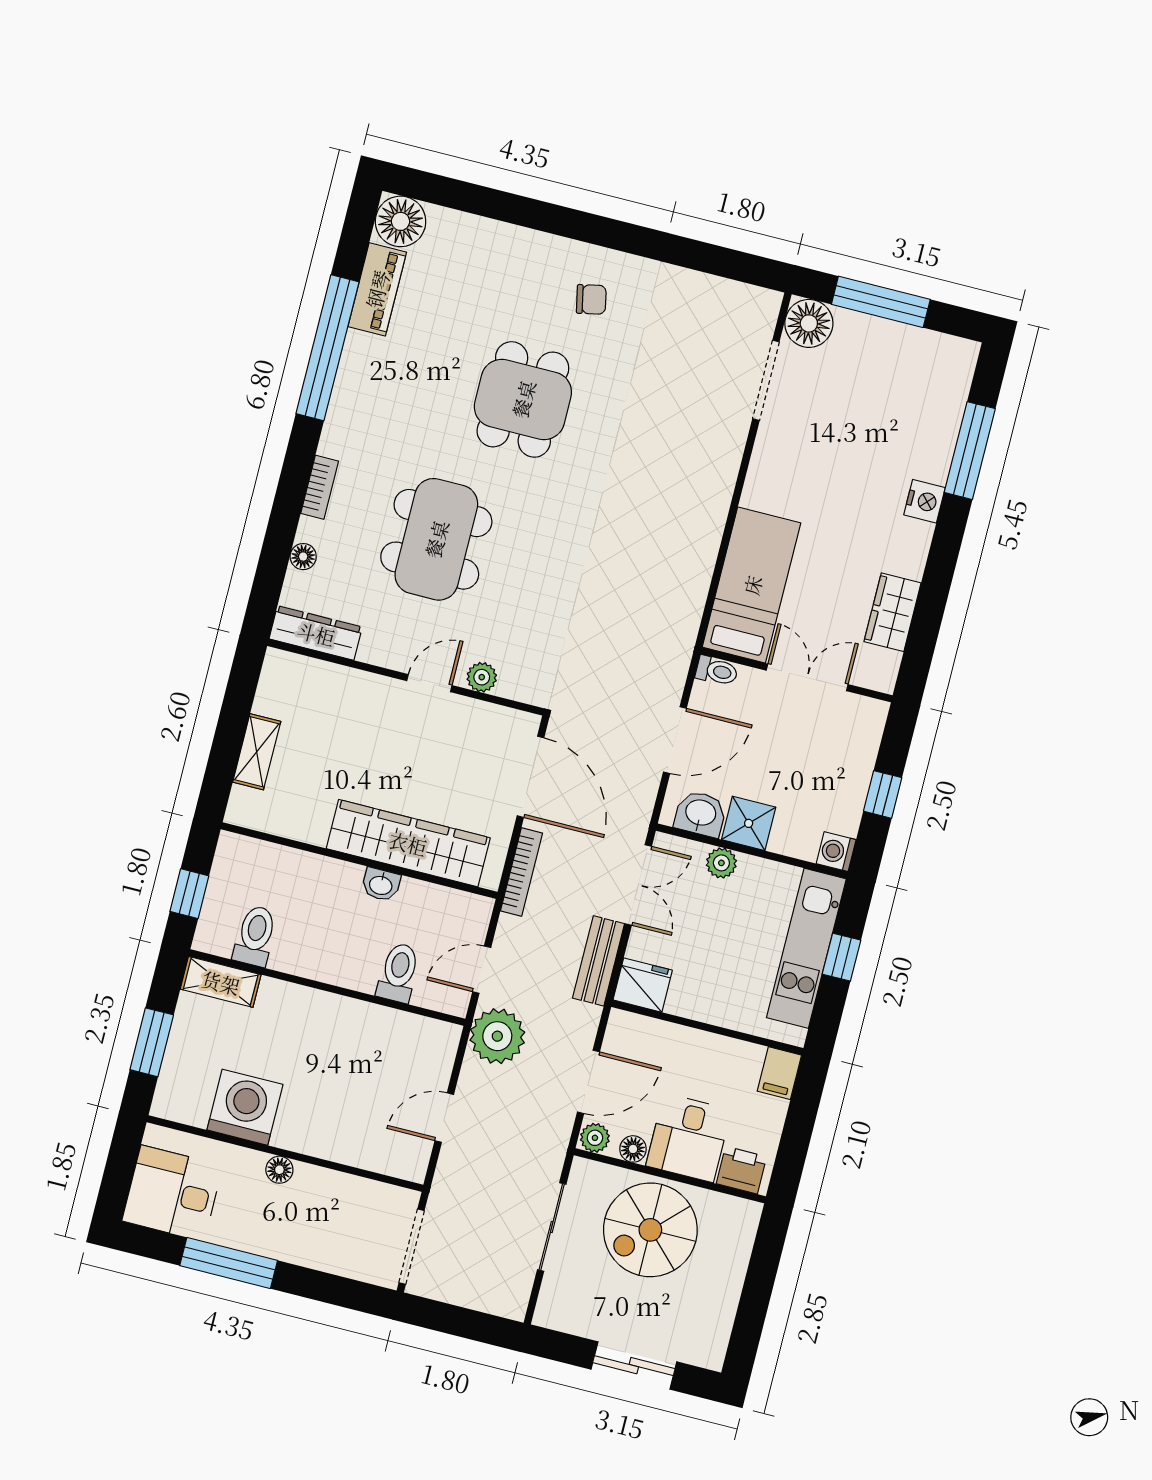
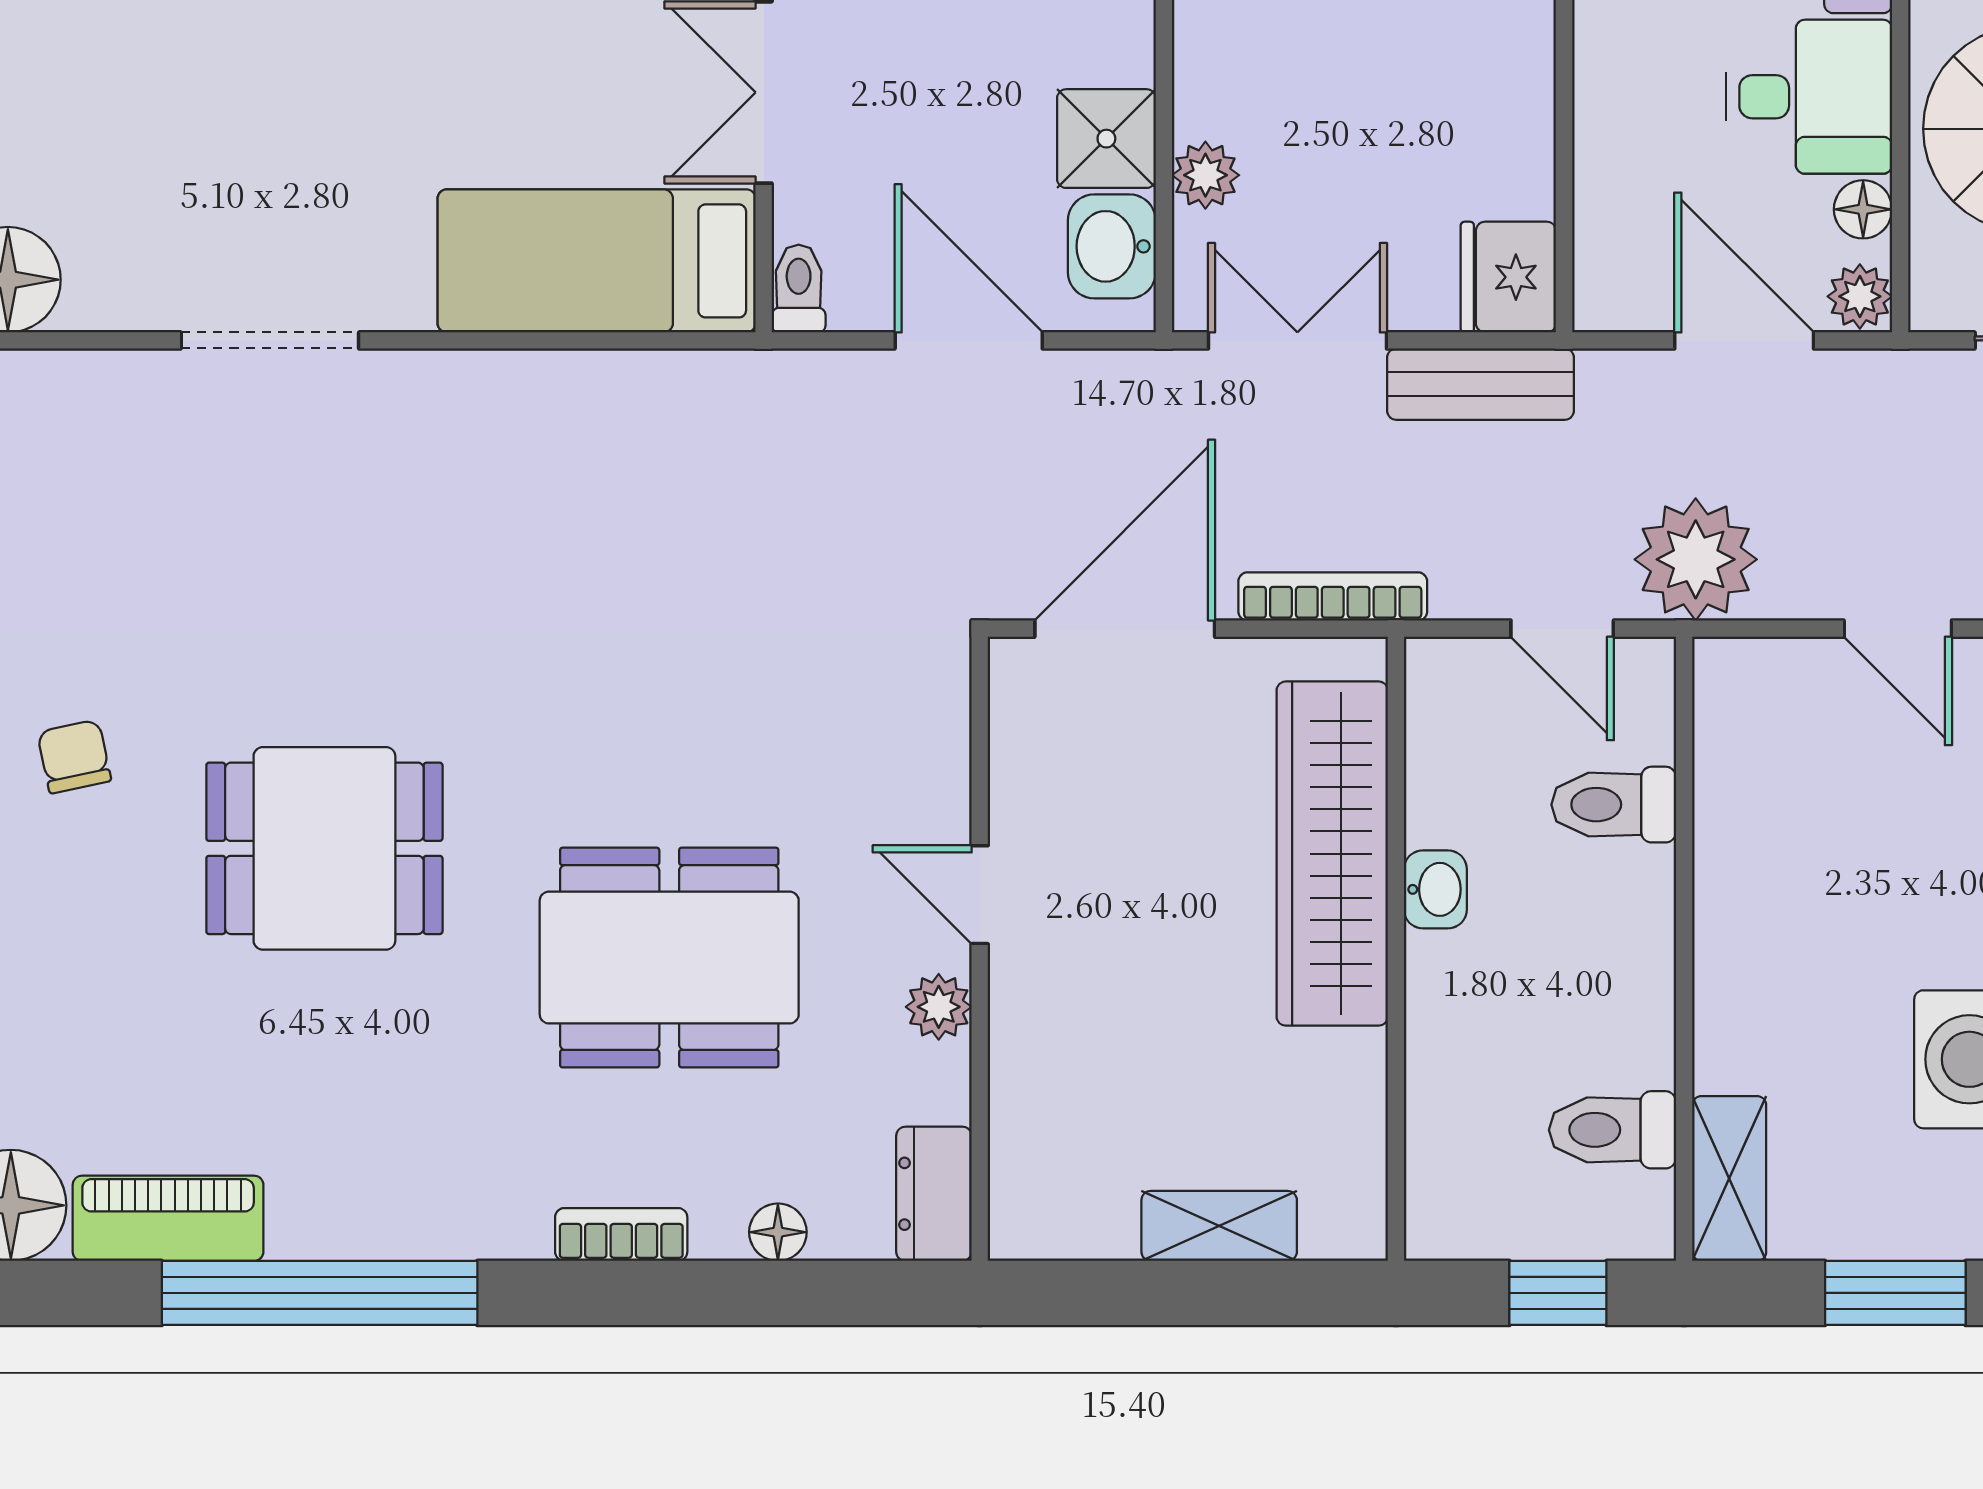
doorway: (766, 380) -> (270, 340), moved
dresser: (316, 633) -> (934, 1194), width x0.70
plant: (482, 677) -> (939, 1007), moved

